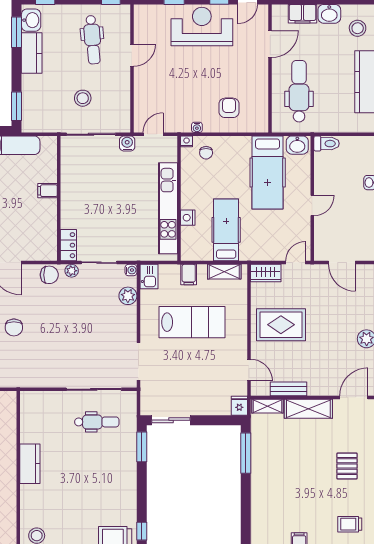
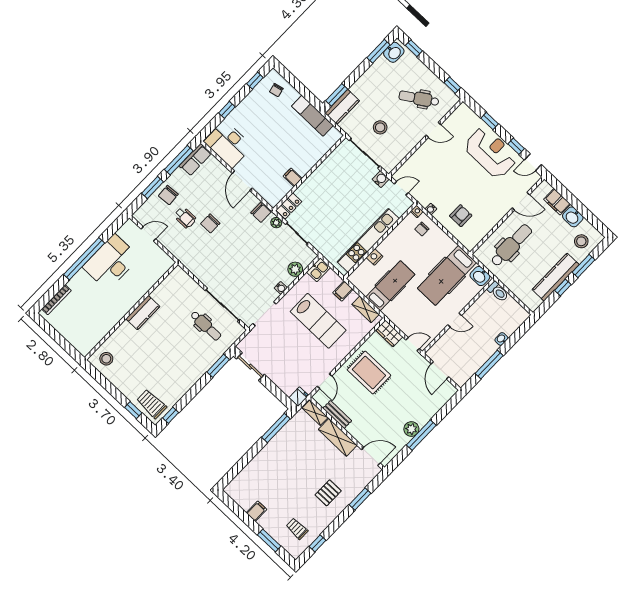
dental chair: (92, 40) -> (419, 99), turned 62
kitchen counter: (32, 53) -> (342, 107), moved
filing cabinet: (48, 191) -> (293, 177), moved
water cooler: (131, 270) -> (281, 288), moved

